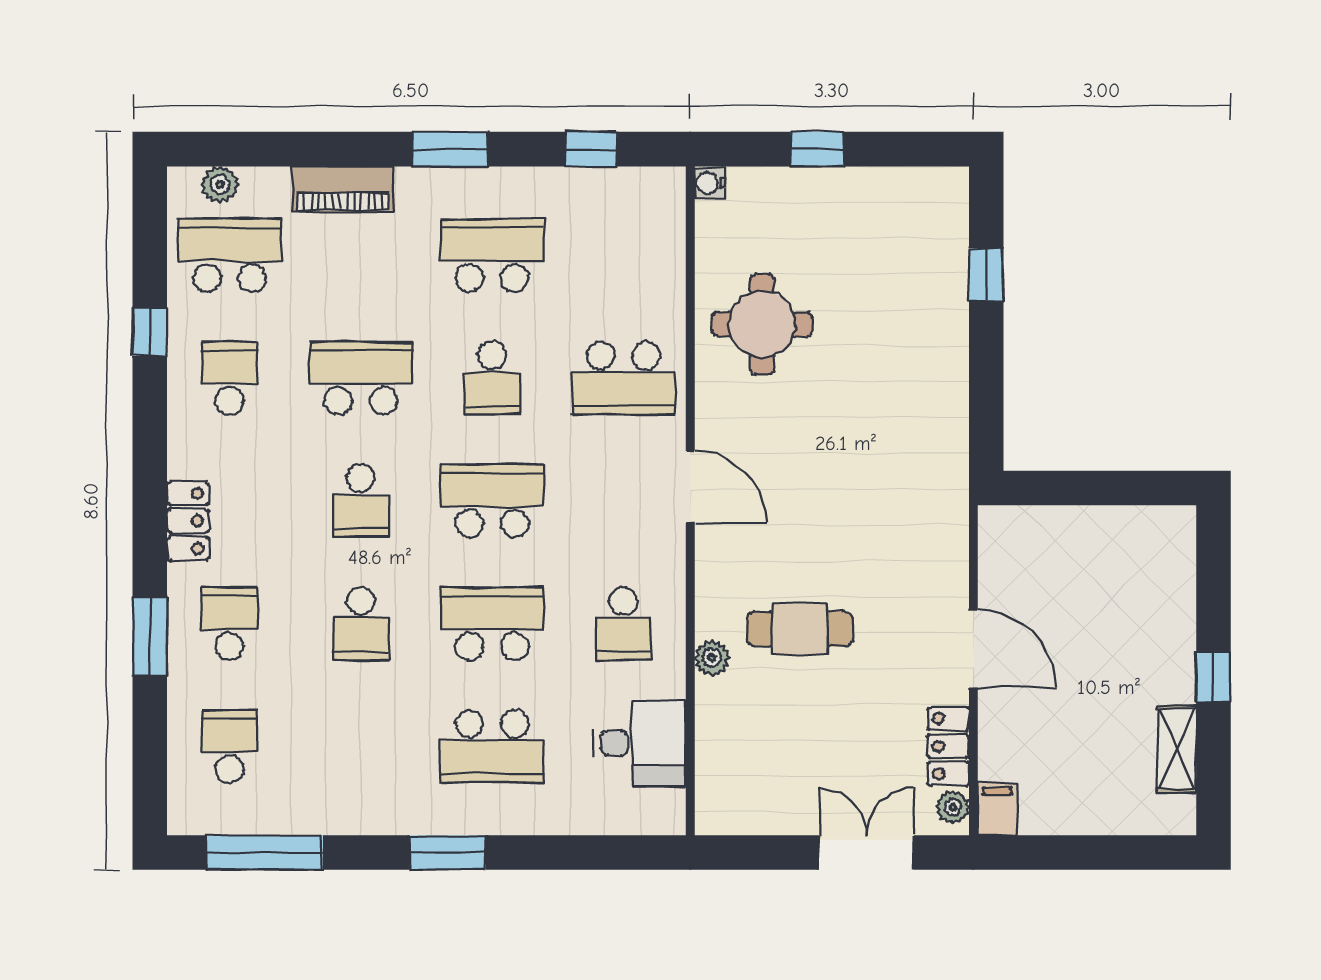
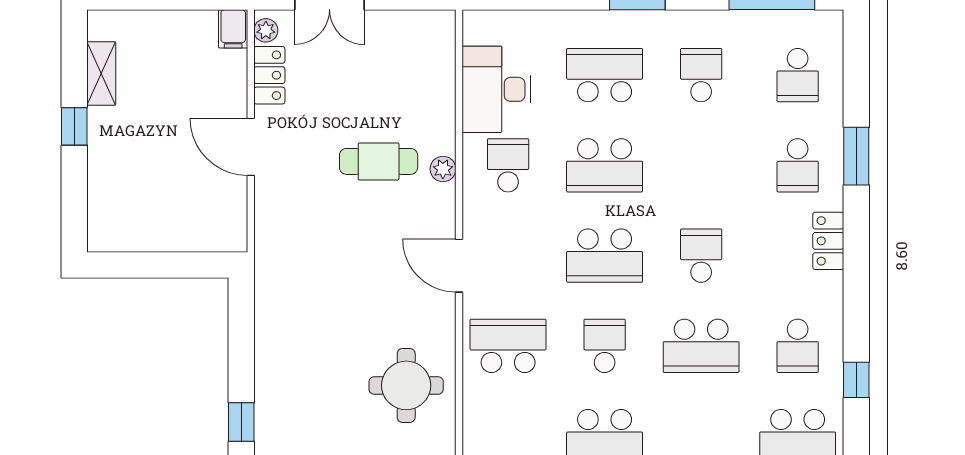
school desk: (361, 624) -> (701, 75), moved
plant: (712, 658) -> (443, 169), moved
desk: (640, 743) -> (496, 89), width x1.37

